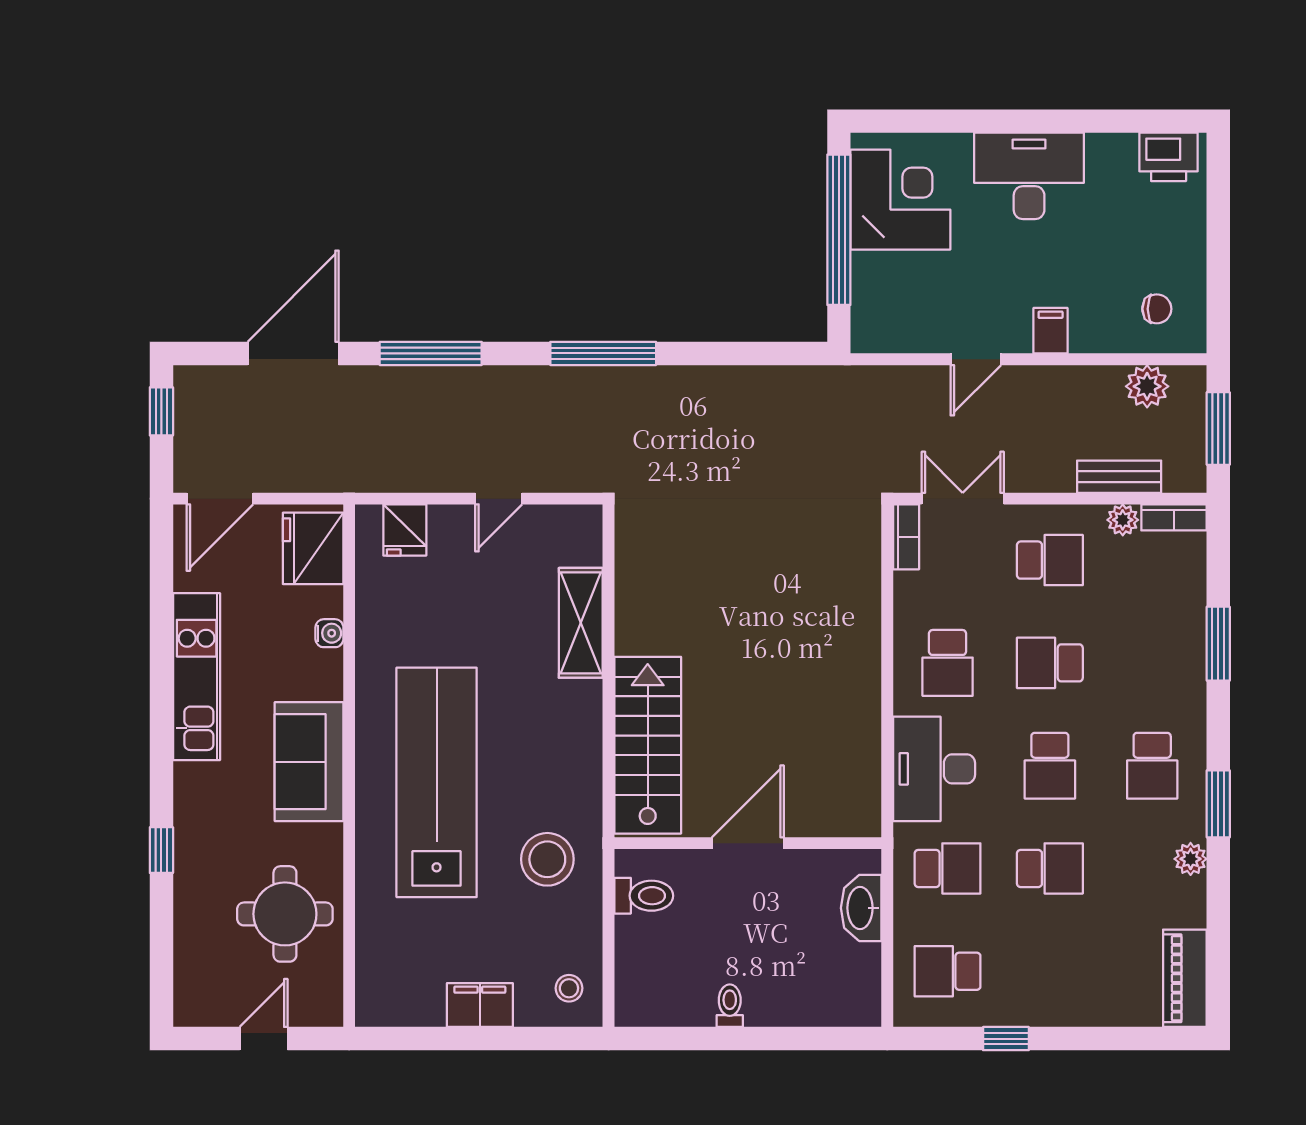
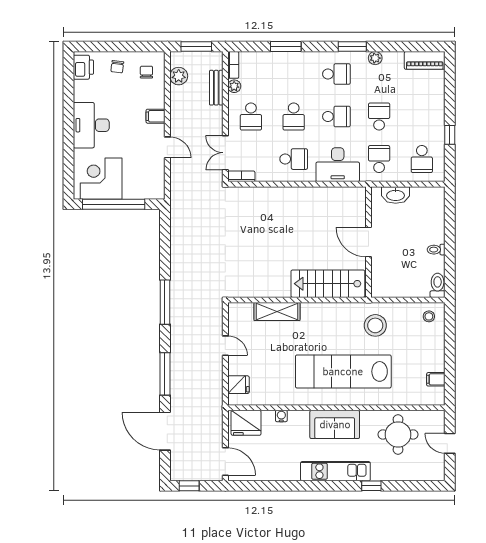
chair: (1170, 239) -> (117, 67), added
school desk: (1050, 560) -> (251, 117), turned 180
kitchen unit: (197, 677) -> (335, 471), moved
toilet: (644, 896) -> (438, 285), moved
filing cabinet: (480, 1005) -> (436, 379), moved, width x0.50

